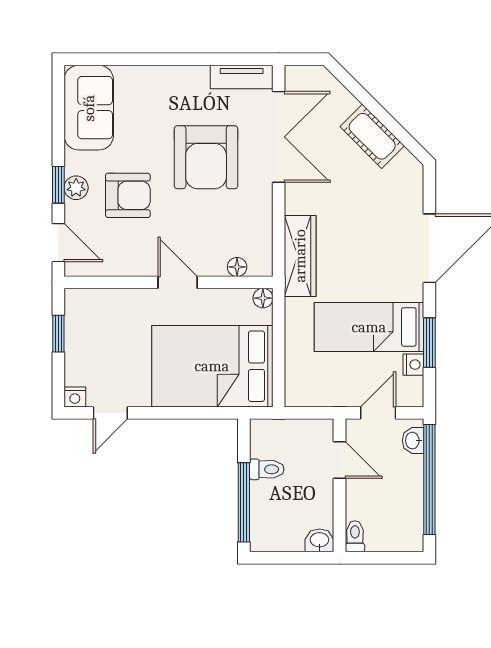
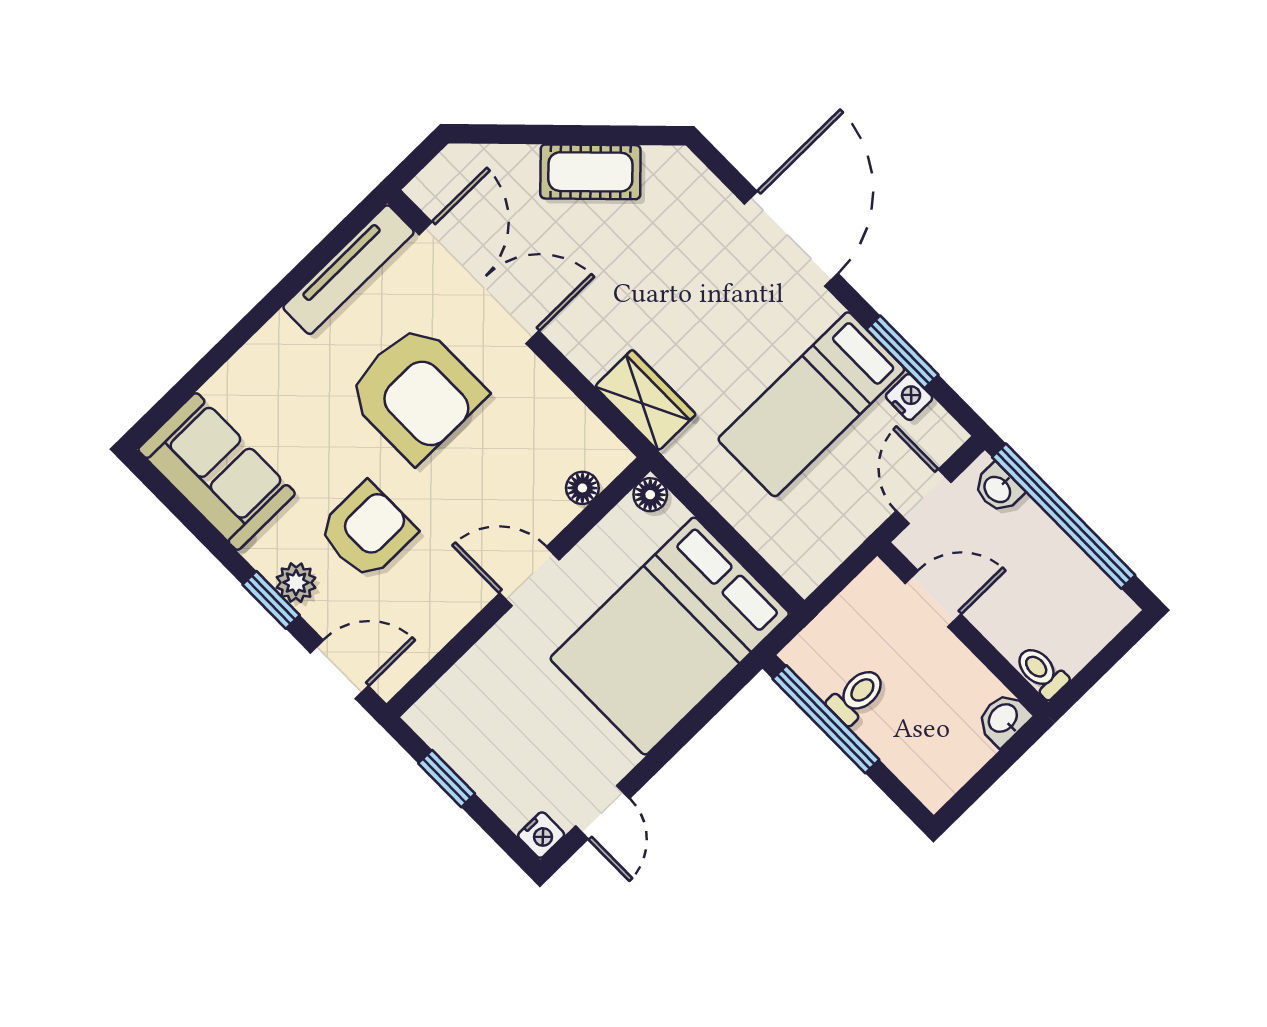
tv unit: (242, 77) -> (349, 270), width x1.41
wardrobe: (300, 256) -> (645, 400), width x0.67
window: (244, 502) -> (826, 719), moved

